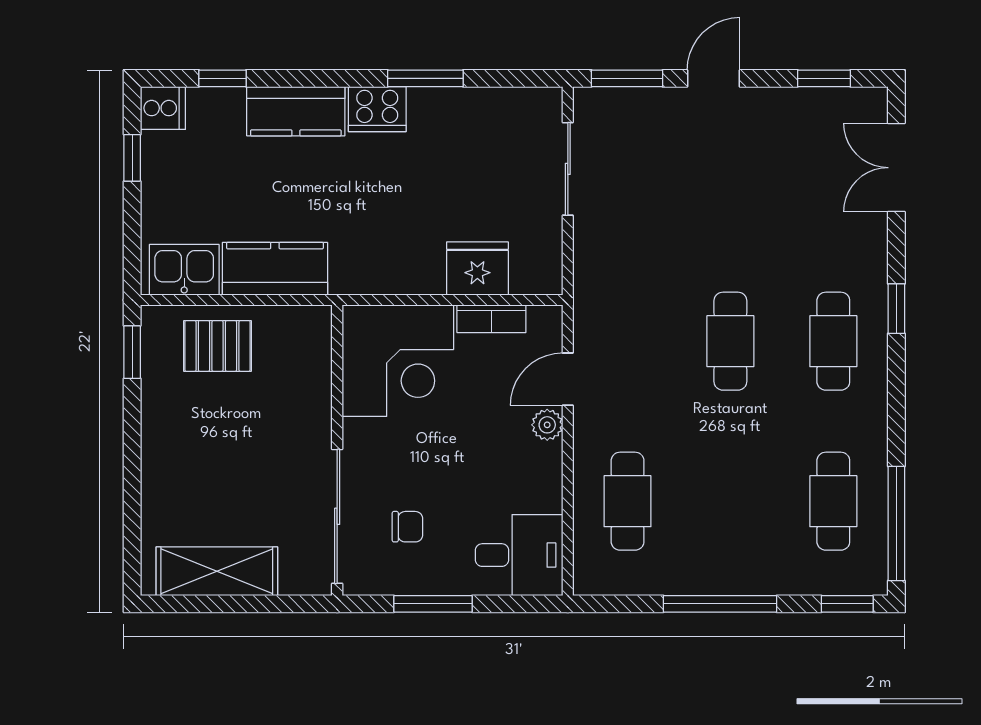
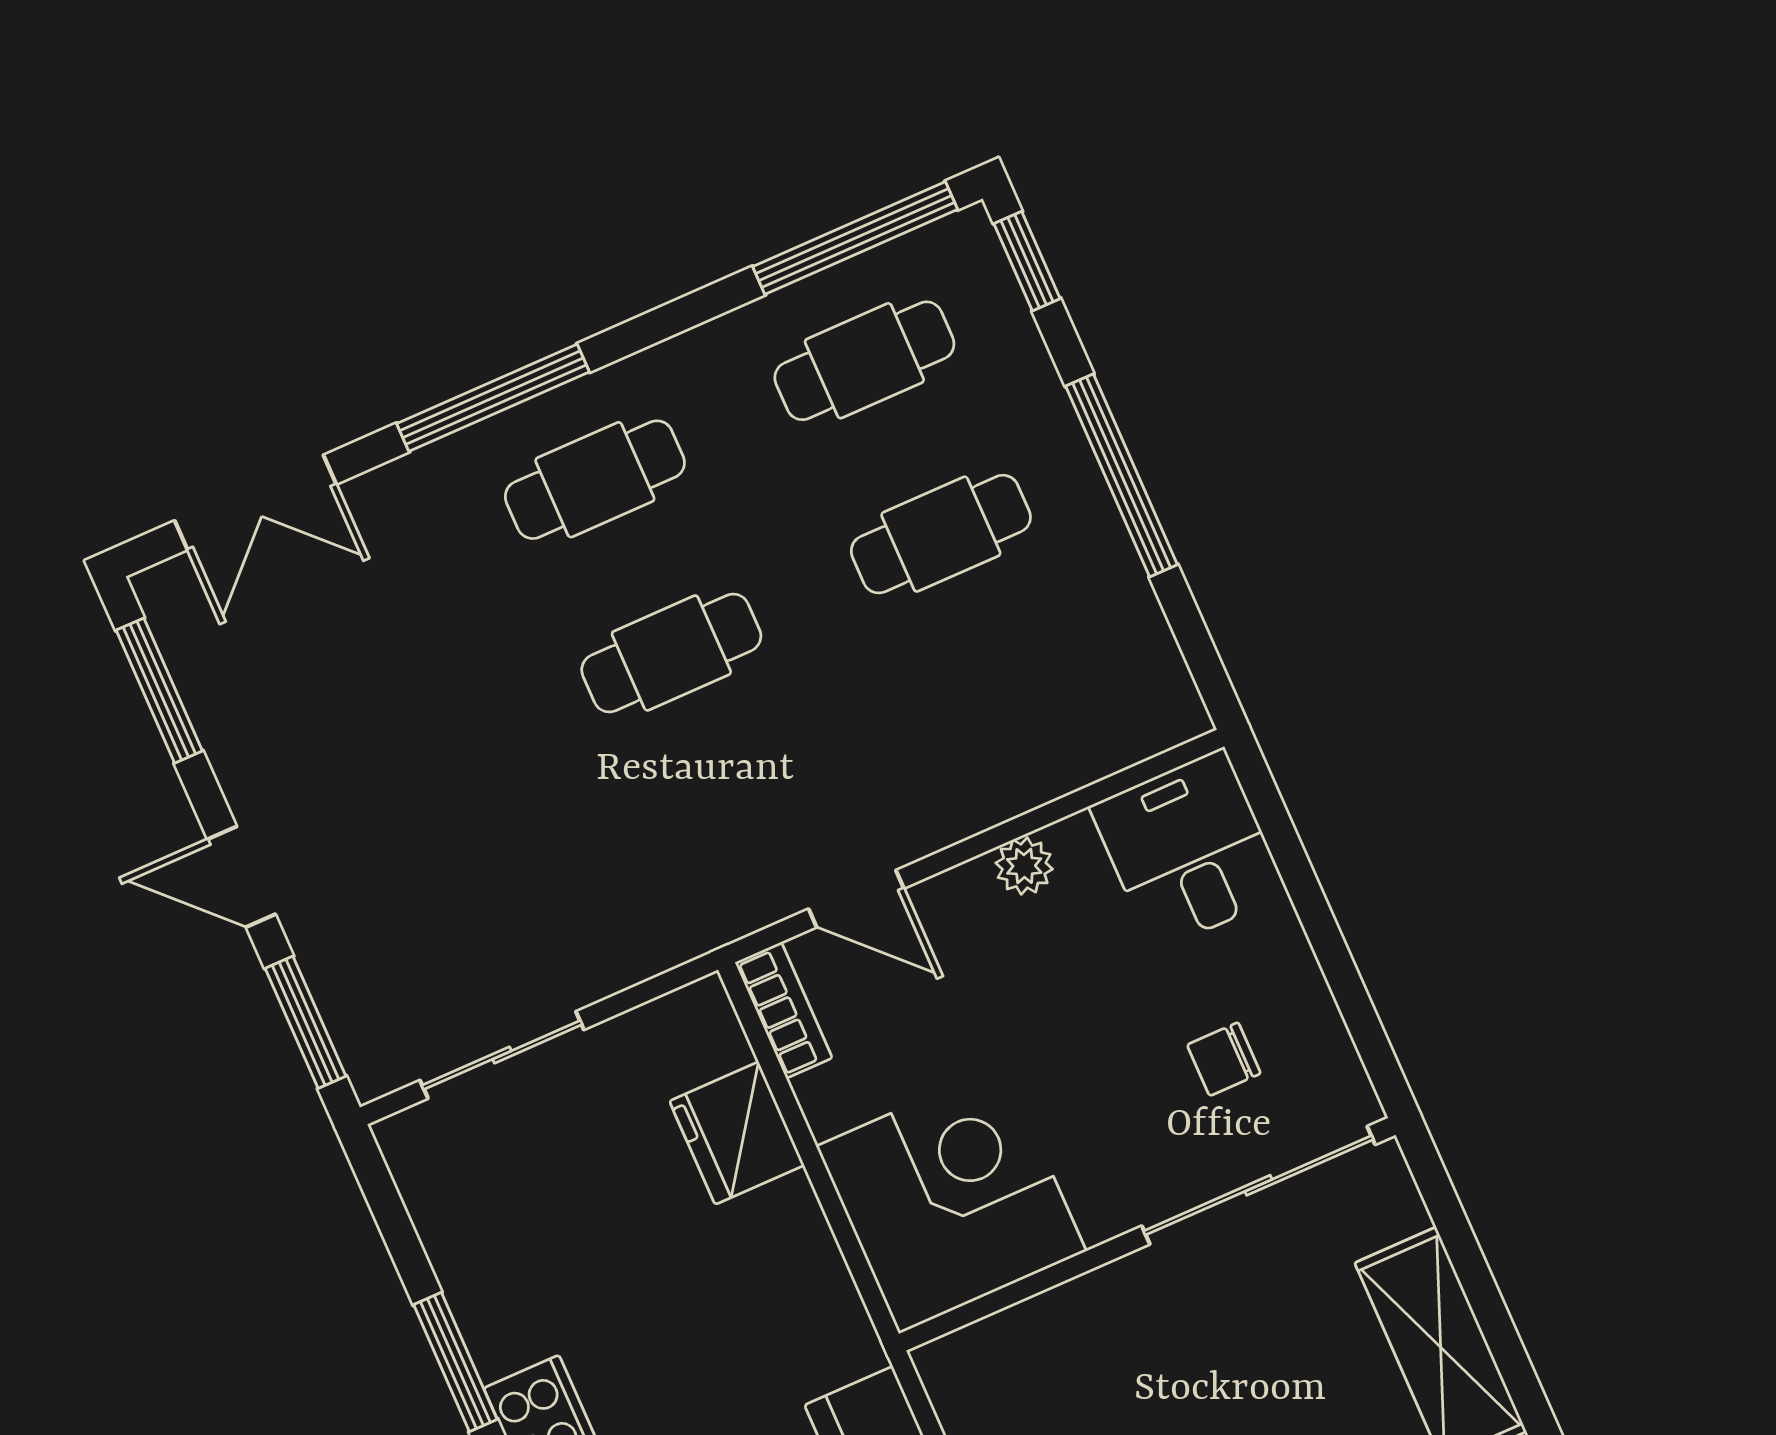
window: (824, 78) -> (159, 691), width x1.50
window: (896, 309) -> (493, 398), width x2.17
bookcase: (491, 319) -> (784, 1010), moved
plant: (547, 425) -> (1024, 866), moved
cafe table: (628, 501) -> (941, 534), moved
chair: (407, 527) -> (1224, 1059), turned -90
window: (433, 604) -> (1335, 959), removed

